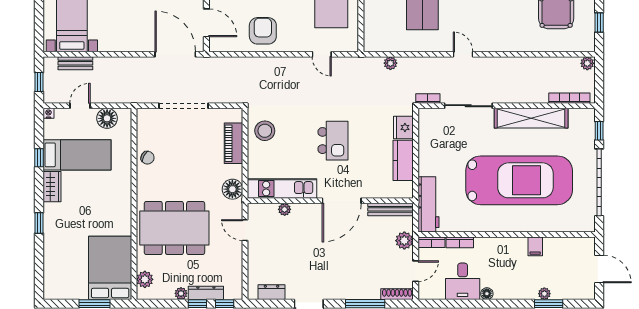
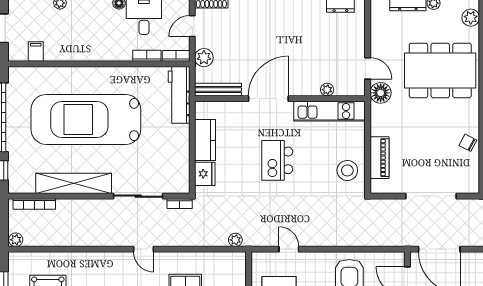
plant: (390, 63) -> (235, 240), moved
floor lamp: (232, 189) -> (381, 93), moved
filing cabinet: (535, 246) -> (36, 52), moved

